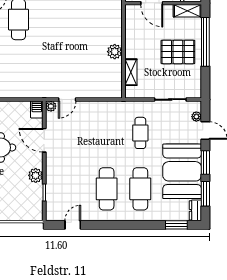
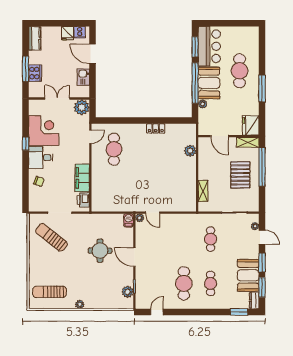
plant: (115, 52) -> (190, 151), moved
pallet: (178, 52) -> (240, 175), turned 90
door: (67, 99) -> (153, 213), hinge flipped
door: (44, 140) -> (134, 257), moved
booth: (182, 171) -> (248, 275), width x0.73, depth x0.70
plant: (36, 175) -> (128, 292), moved
cafe table: (140, 189) -> (211, 283), width x0.73, depth x0.74

